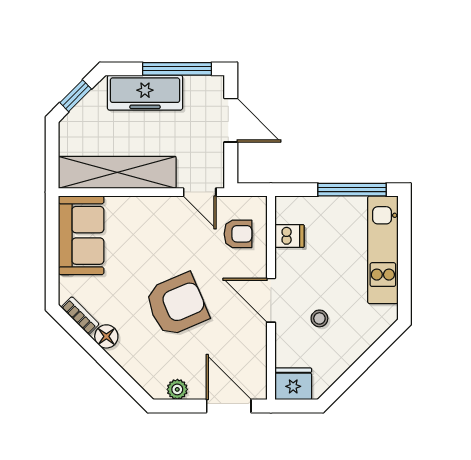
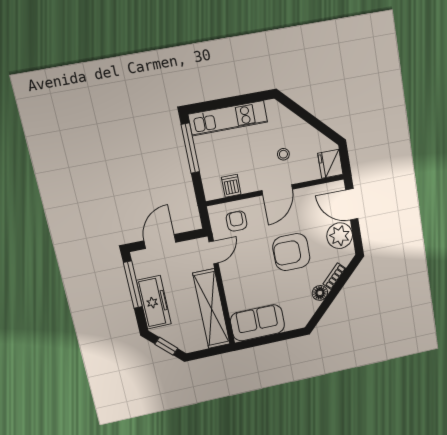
armchair: (177, 305) -> (291, 252), turned -67
bookcase: (80, 316) -> (334, 276), moved
plant: (177, 389) -> (340, 236), width x1.88, depth x1.88
door: (229, 406) -> (352, 204), hinge flipped

